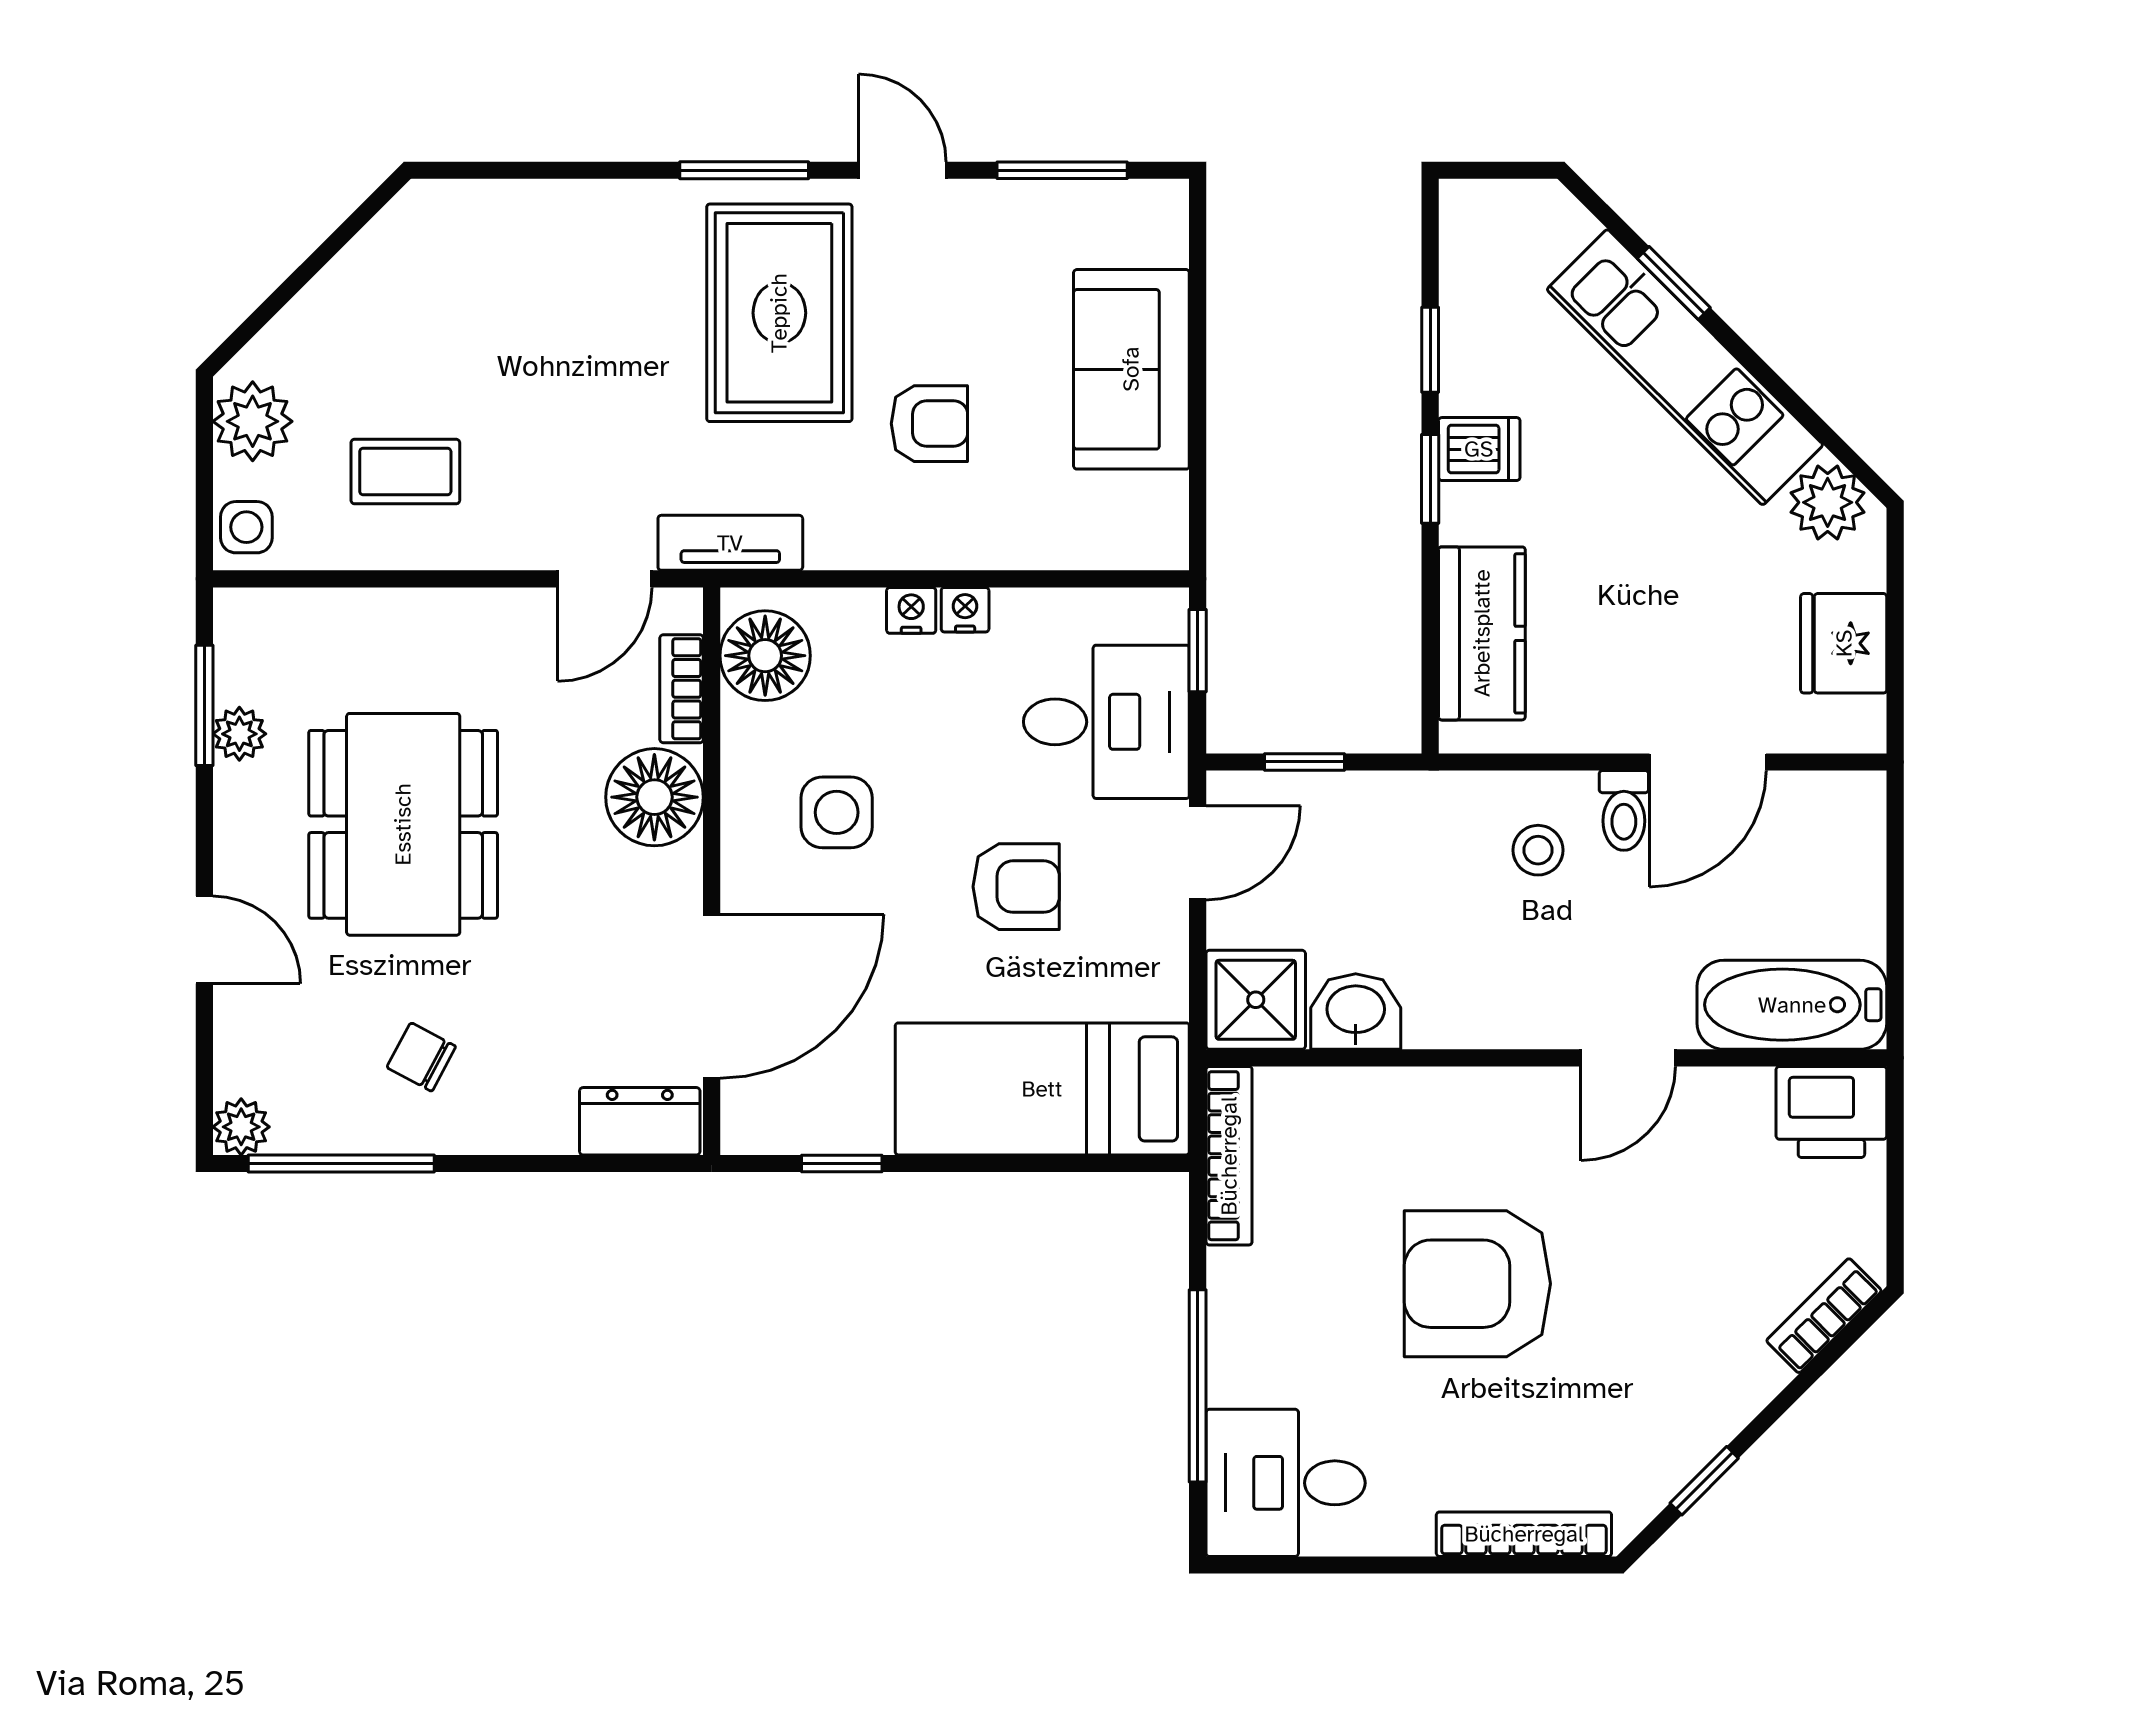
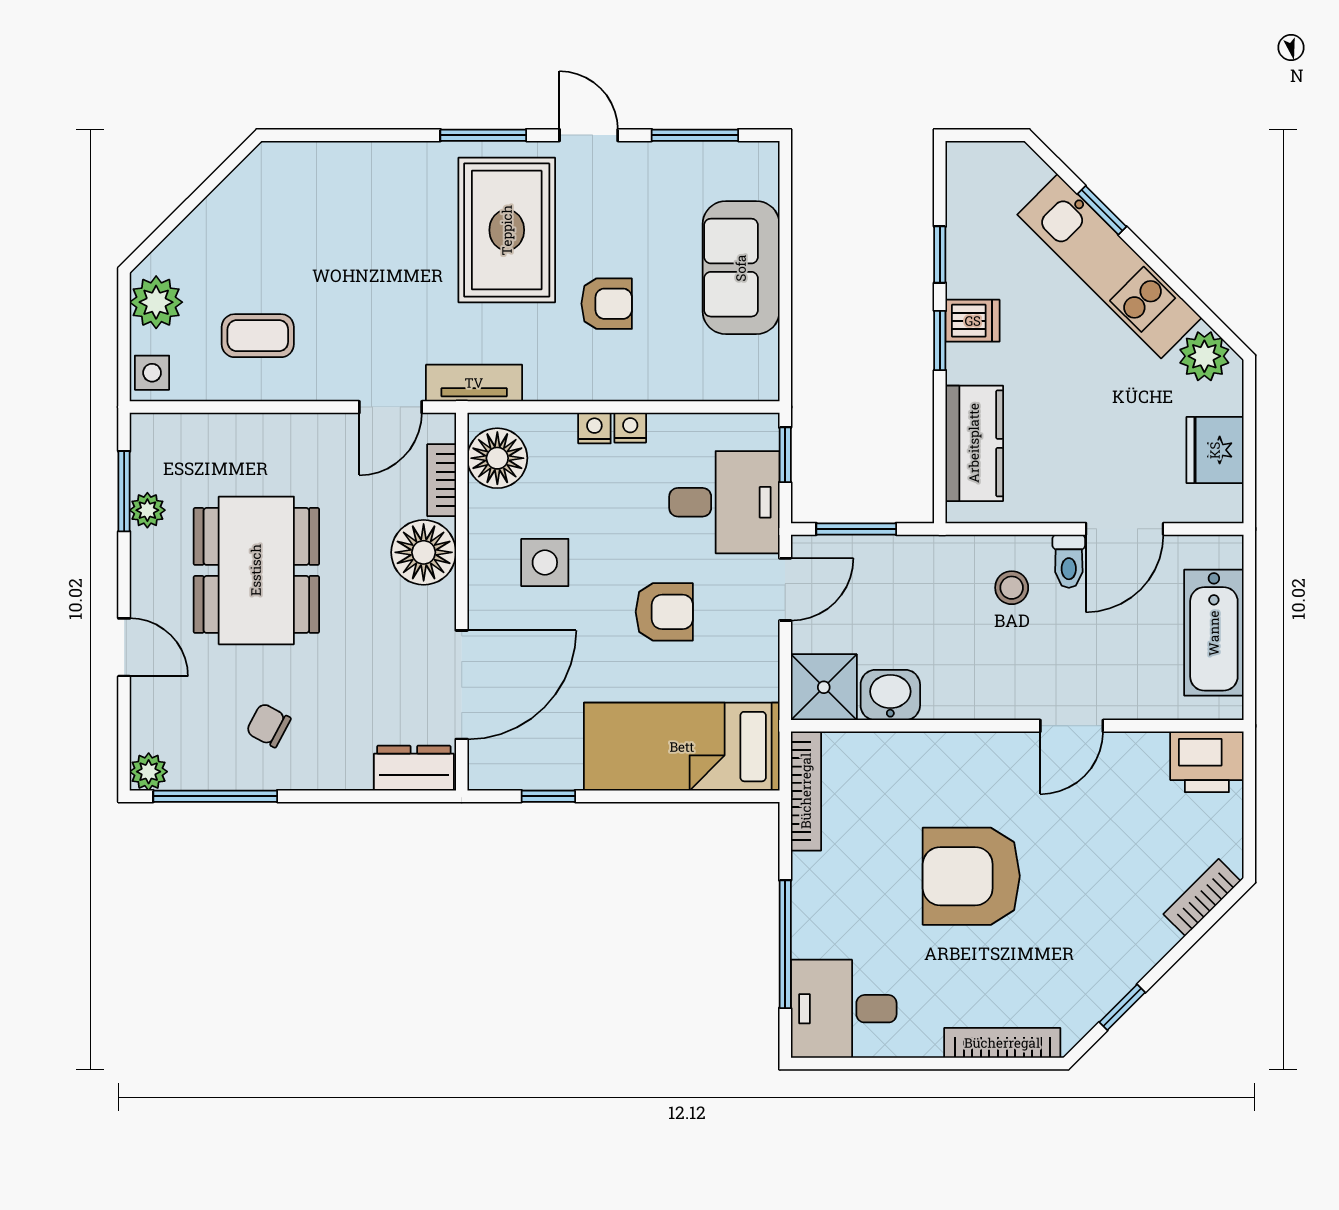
window: (1304, 762) -> (856, 529), width x1.50
bathtub: (1792, 1005) -> (1214, 633), moved, turned -90

